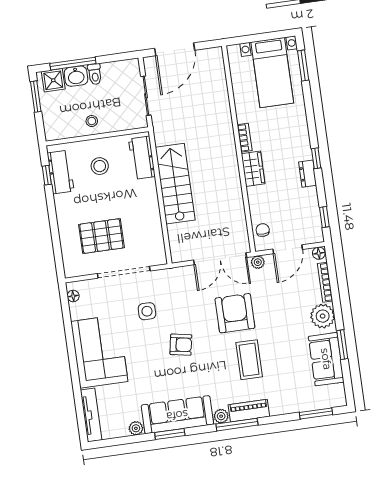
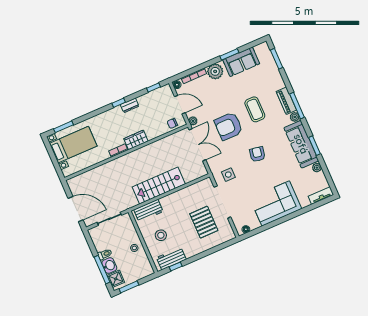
side table: (147, 311) -> (228, 175), moved
coffee table: (249, 360) -> (255, 109), turned 90
tv unit: (91, 415) -> (321, 196), width x0.71

